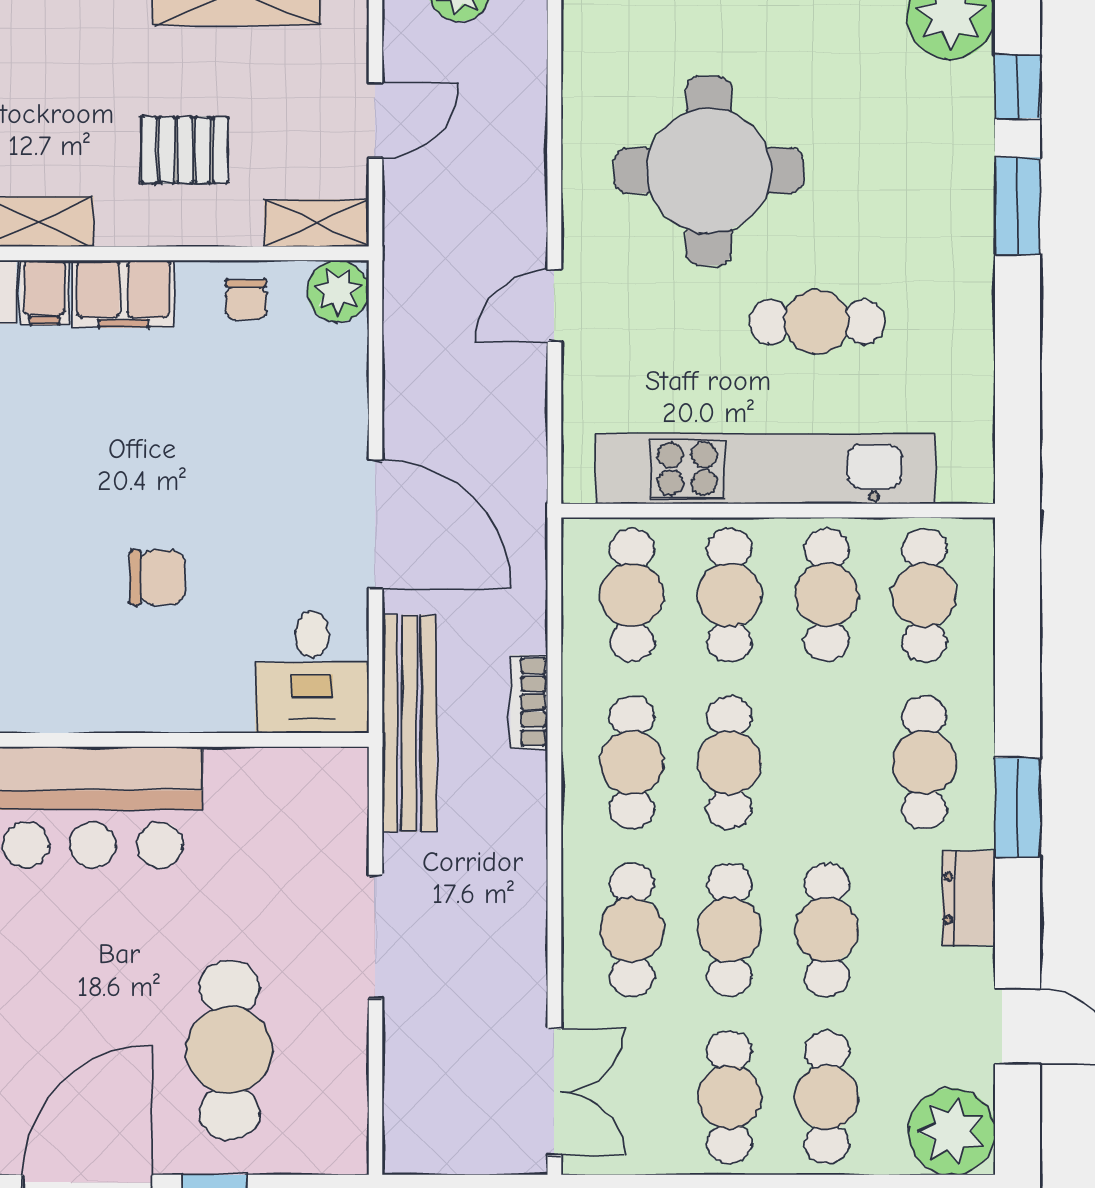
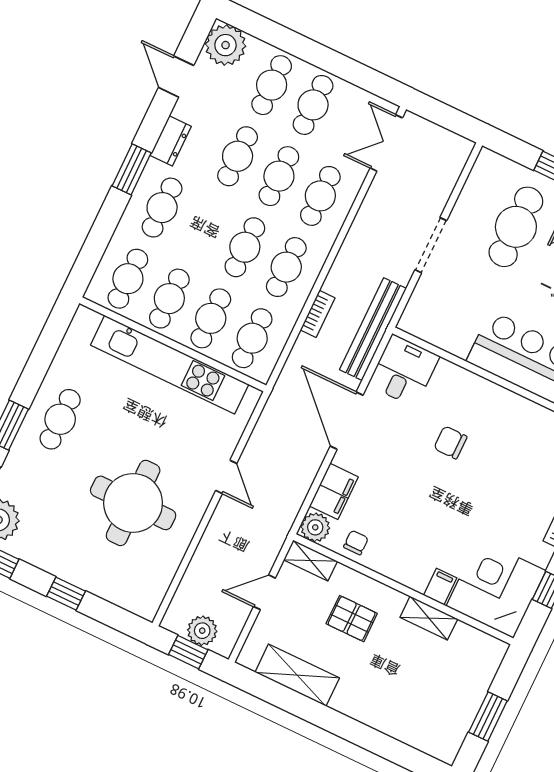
filing cabinet: (123, 294) -> (334, 491), moved, turned 90
door: (554, 306) -> (226, 477), hinge flipped
cafe table: (817, 322) -> (60, 419), moved, turned 90

